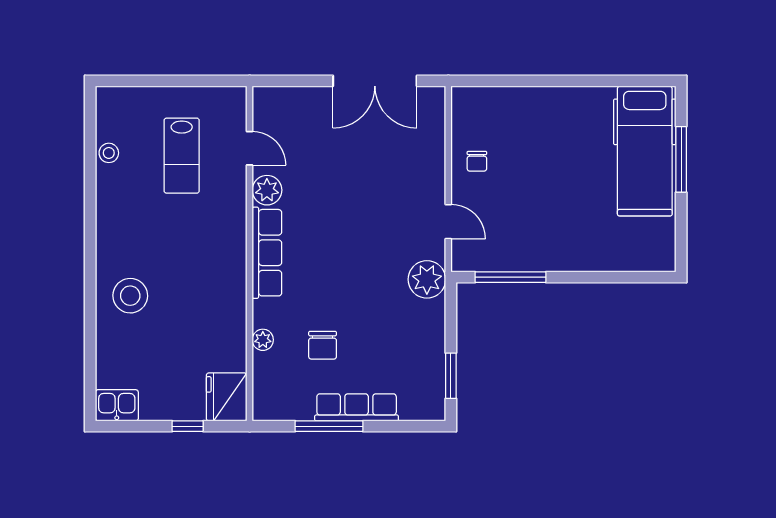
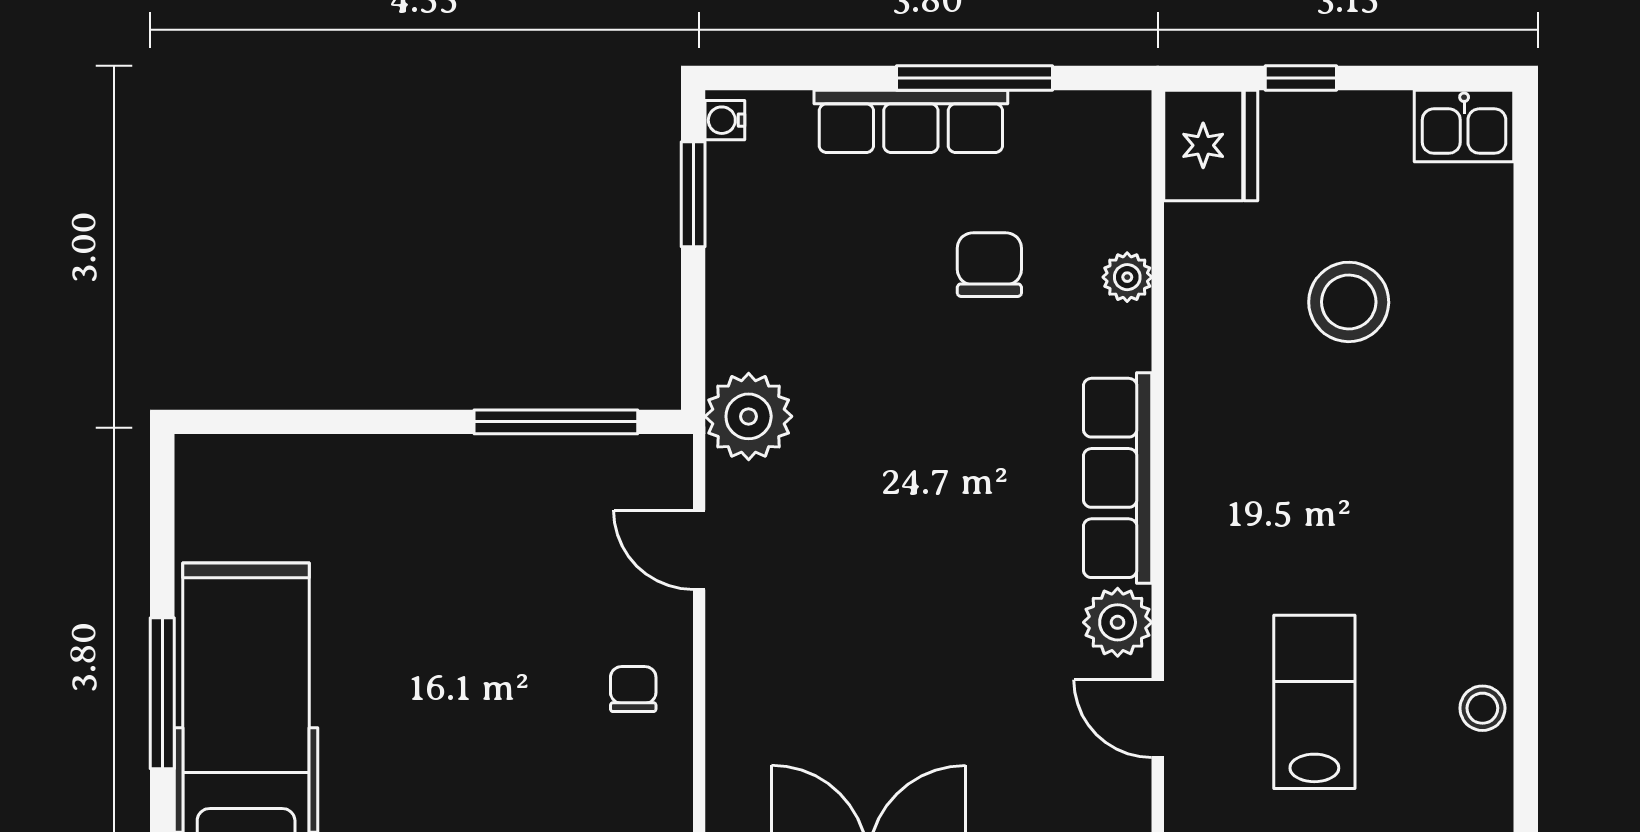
stool: (130, 296) -> (1349, 302), moved
water cooler: (437, 408) -> (725, 120), added

